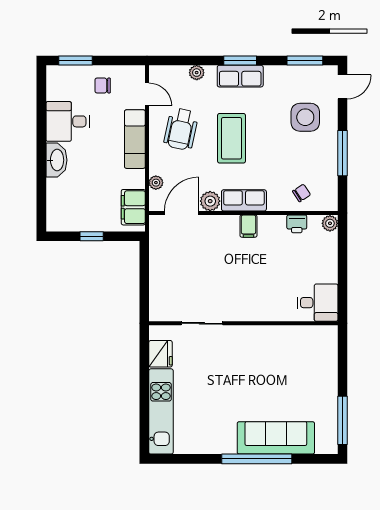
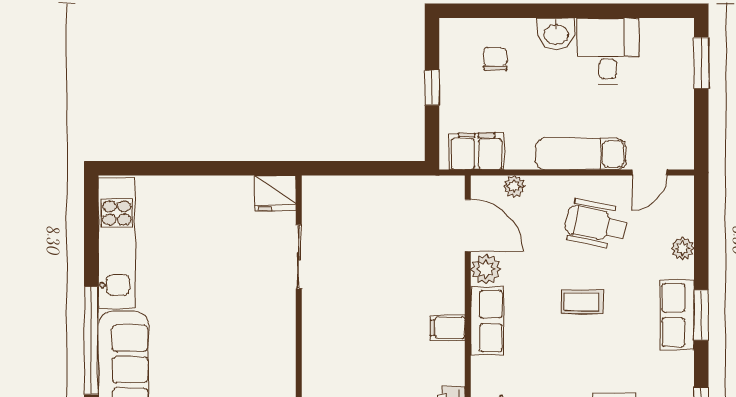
chair: (103, 86) -> (495, 59), moved
coffee table: (231, 138) -> (582, 302), width x0.54, depth x0.58
washbasin: (56, 160) -> (556, 34), width x0.72
fridge: (161, 354) -> (275, 193), moved
kitchen unit: (161, 411) -> (117, 243), moved, turned -90

